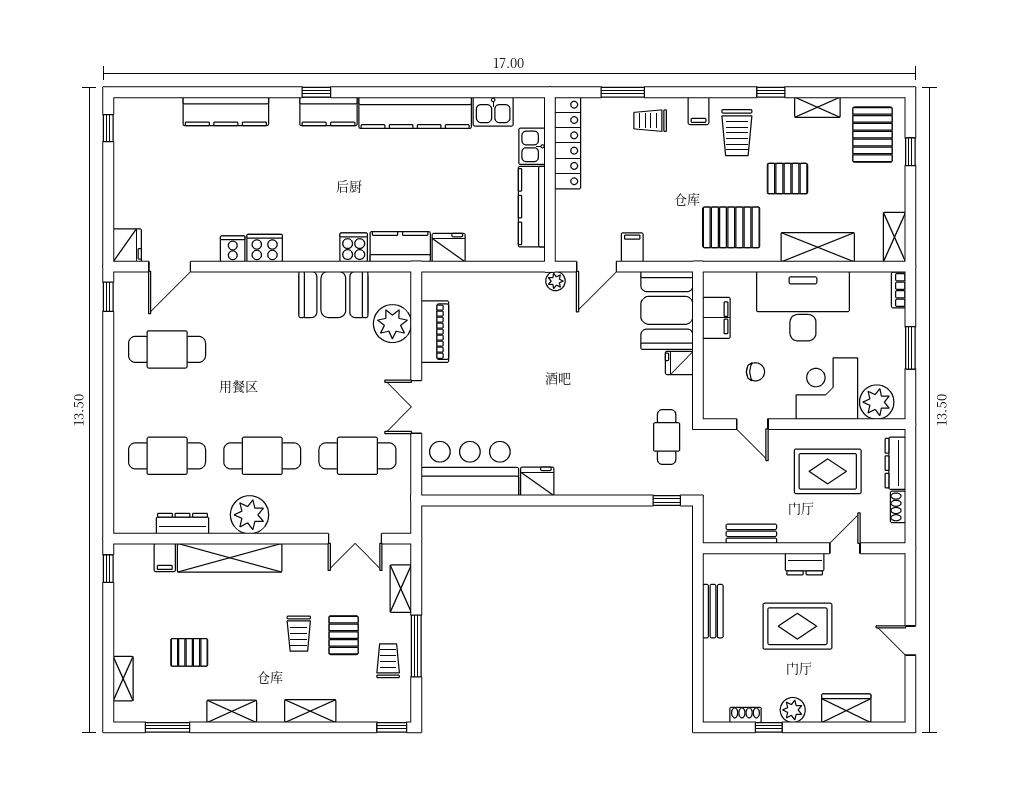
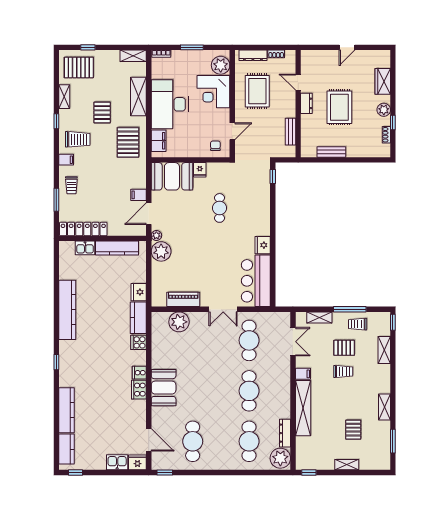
kitchen counter: (328, 111) -> (66, 449), moved
kitchen sink: (493, 112) -> (117, 462), moved, turned -90
cooker: (233, 249) -> (139, 373), moved
door: (597, 267) -> (149, 214), swing flipped
plant: (525, 290) -> (161, 251), added
booth: (333, 294) -> (164, 388), moved
filing cabinet: (716, 318) -> (159, 141), moved, turned 90
chair: (756, 372) -> (215, 146), moved
cafe table: (667, 437) -> (220, 208), moved, turned 90
plant: (250, 515) -> (280, 458), moved
filing cabinet: (165, 558) -> (303, 374), moved
shelving: (123, 679) -> (347, 465), moved
shelving: (310, 711) -> (384, 350), moved

